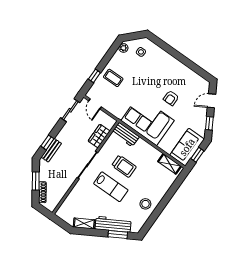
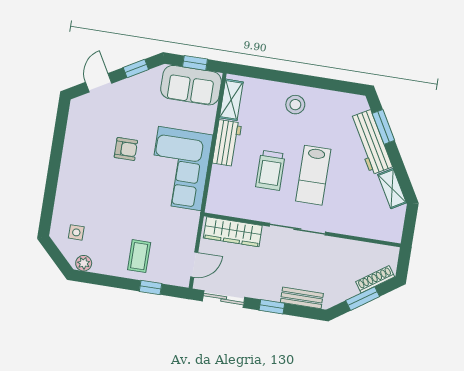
door: (211, 101) -> (99, 83), swing flipped
workbench: (126, 135) -> (227, 143), moved
wardrobe: (99, 136) -> (233, 232), width x1.50
window: (47, 142) -> (272, 307), moved
trolley: (124, 166) -> (270, 170), turned 180
lab bench: (111, 187) -> (313, 175), turned 180
stool: (145, 204) -> (295, 105), moved

